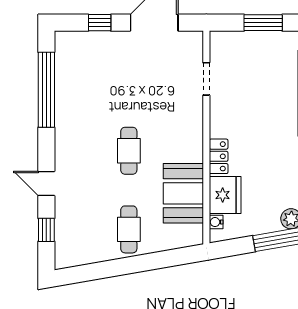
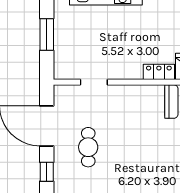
cafe table: (129, 151) -> (88, 147), moved, turned 90

